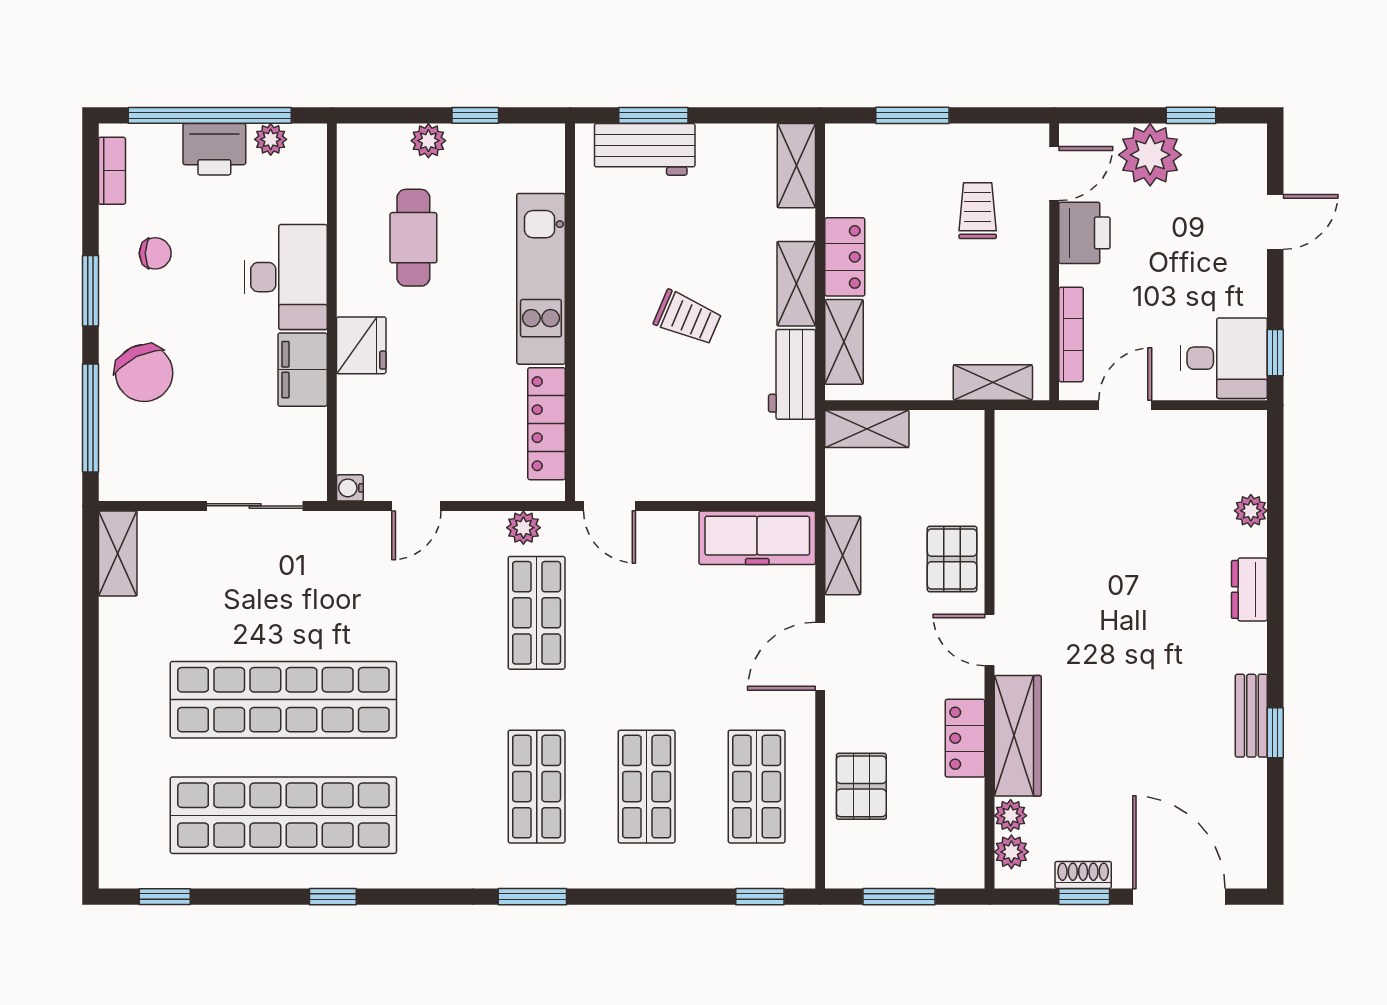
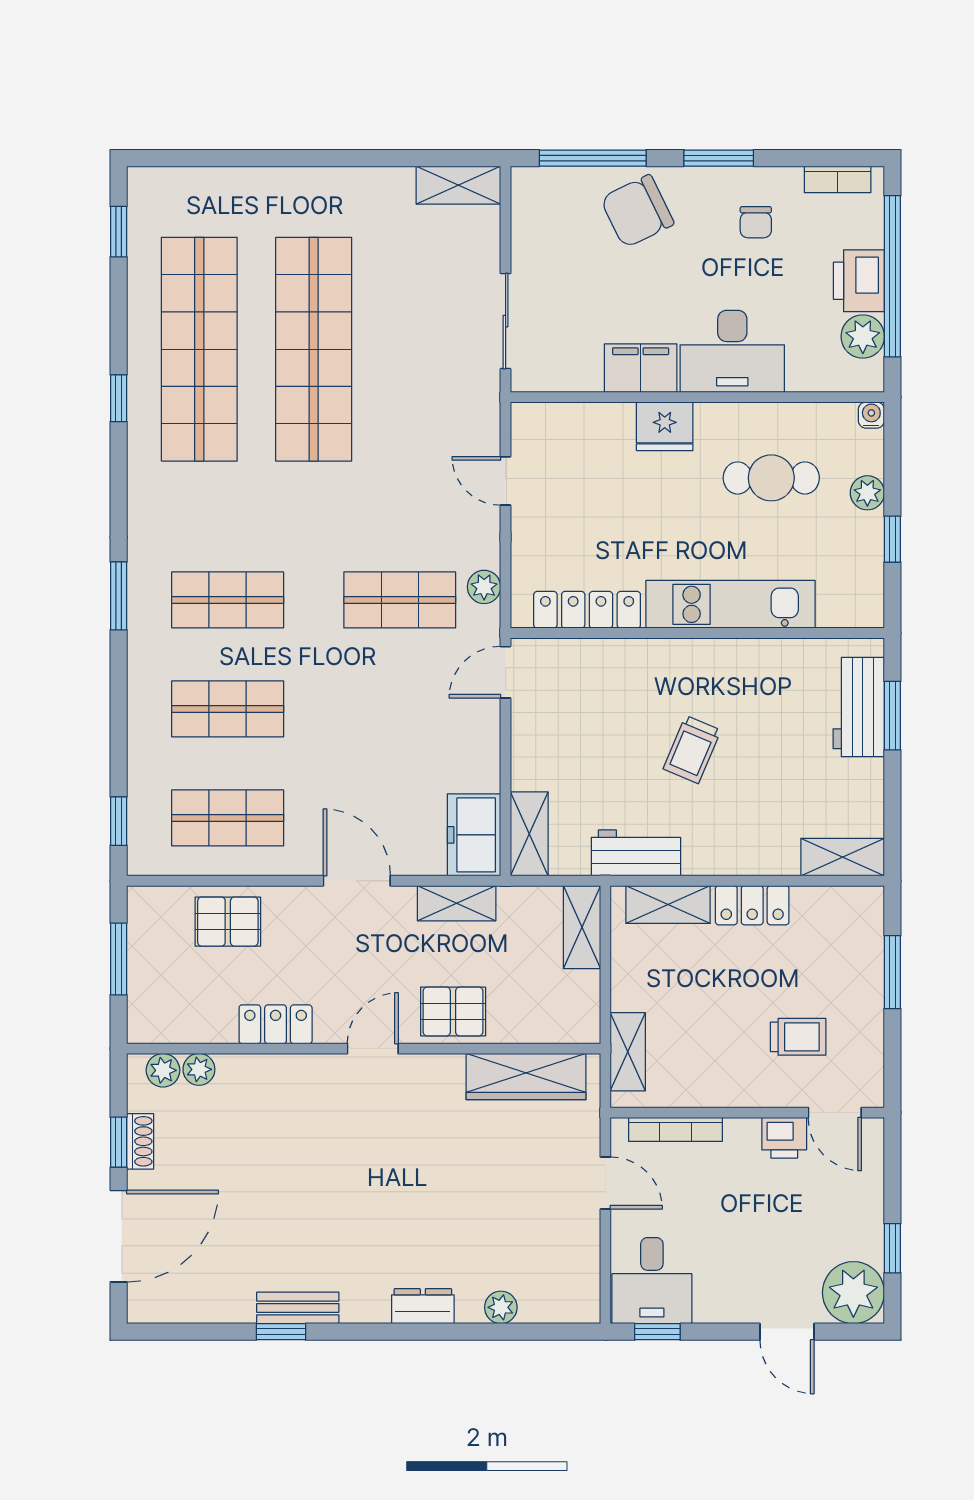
plant: (271, 139) -> (863, 337), width x1.38, depth x1.38
plant: (1150, 155) -> (853, 1293), moved
printer: (1084, 233) -> (784, 1138), width x0.73, depth x0.81
shelving: (796, 284) -> (529, 834), moved, turned 90
water cooler: (350, 488) -> (871, 415), moved
freezer: (757, 538) -> (474, 835), width x0.71
wardrobe: (1018, 736) -> (526, 1077), moved

